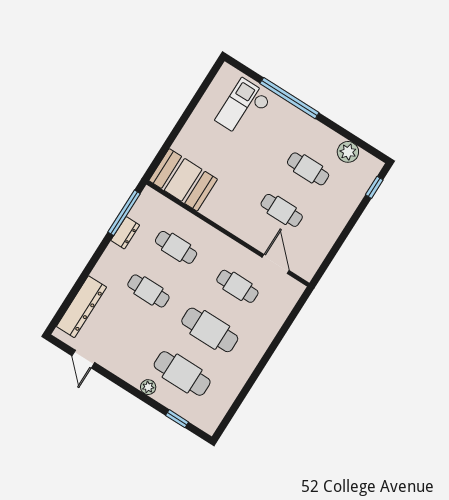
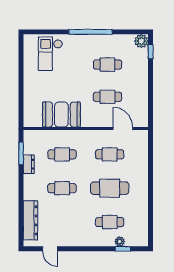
window: (289, 98) -> (90, 32), moved
plant: (348, 152) -> (141, 41), moved
booth: (183, 180) -> (61, 115), moved
window: (124, 213) -> (21, 153), width x0.69
cafe table: (182, 373) -> (110, 222), width x0.73, depth x0.74
plant: (148, 387) -> (120, 241), moved

